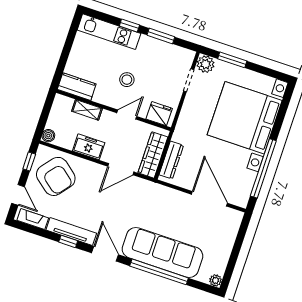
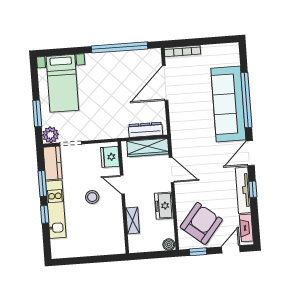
kitchen unit: (109, 32) -> (56, 209), moved
kitchen counter: (77, 87) -> (53, 163), moved, turned 180
bed with nightstands: (245, 118) -> (62, 83), width x0.54
bookcase: (234, 229) -> (182, 51), added
plant: (215, 280) -> (233, 48), removed

